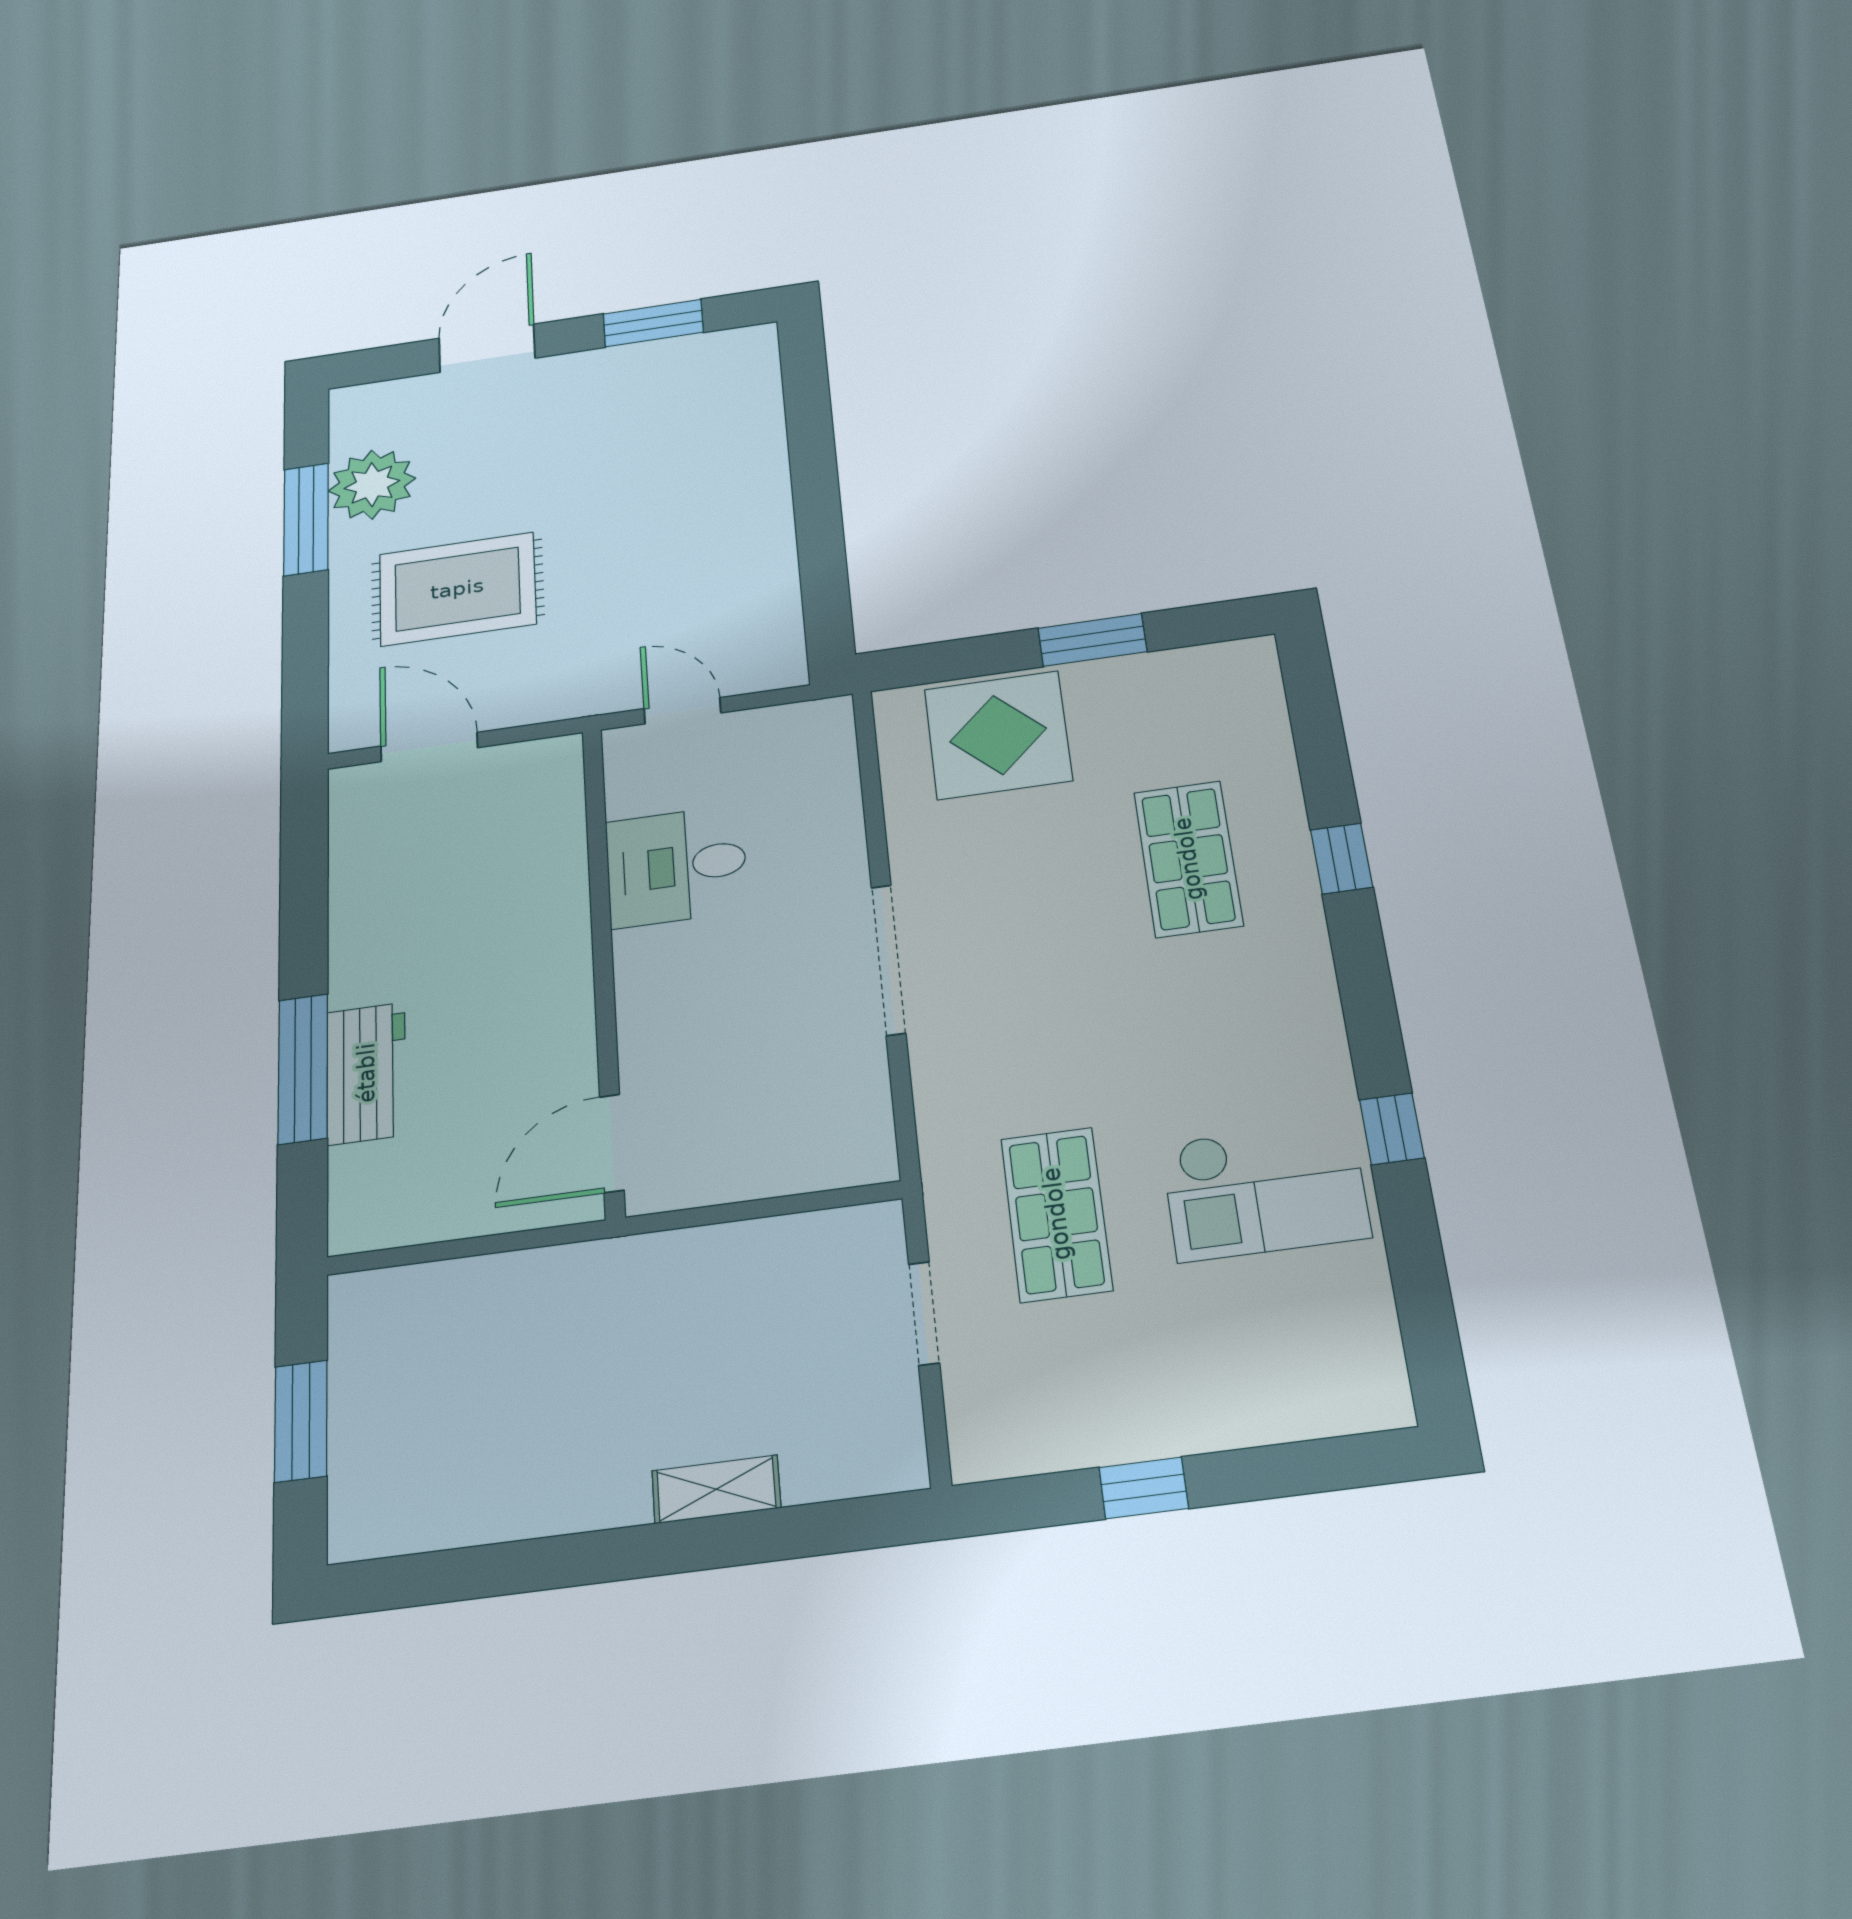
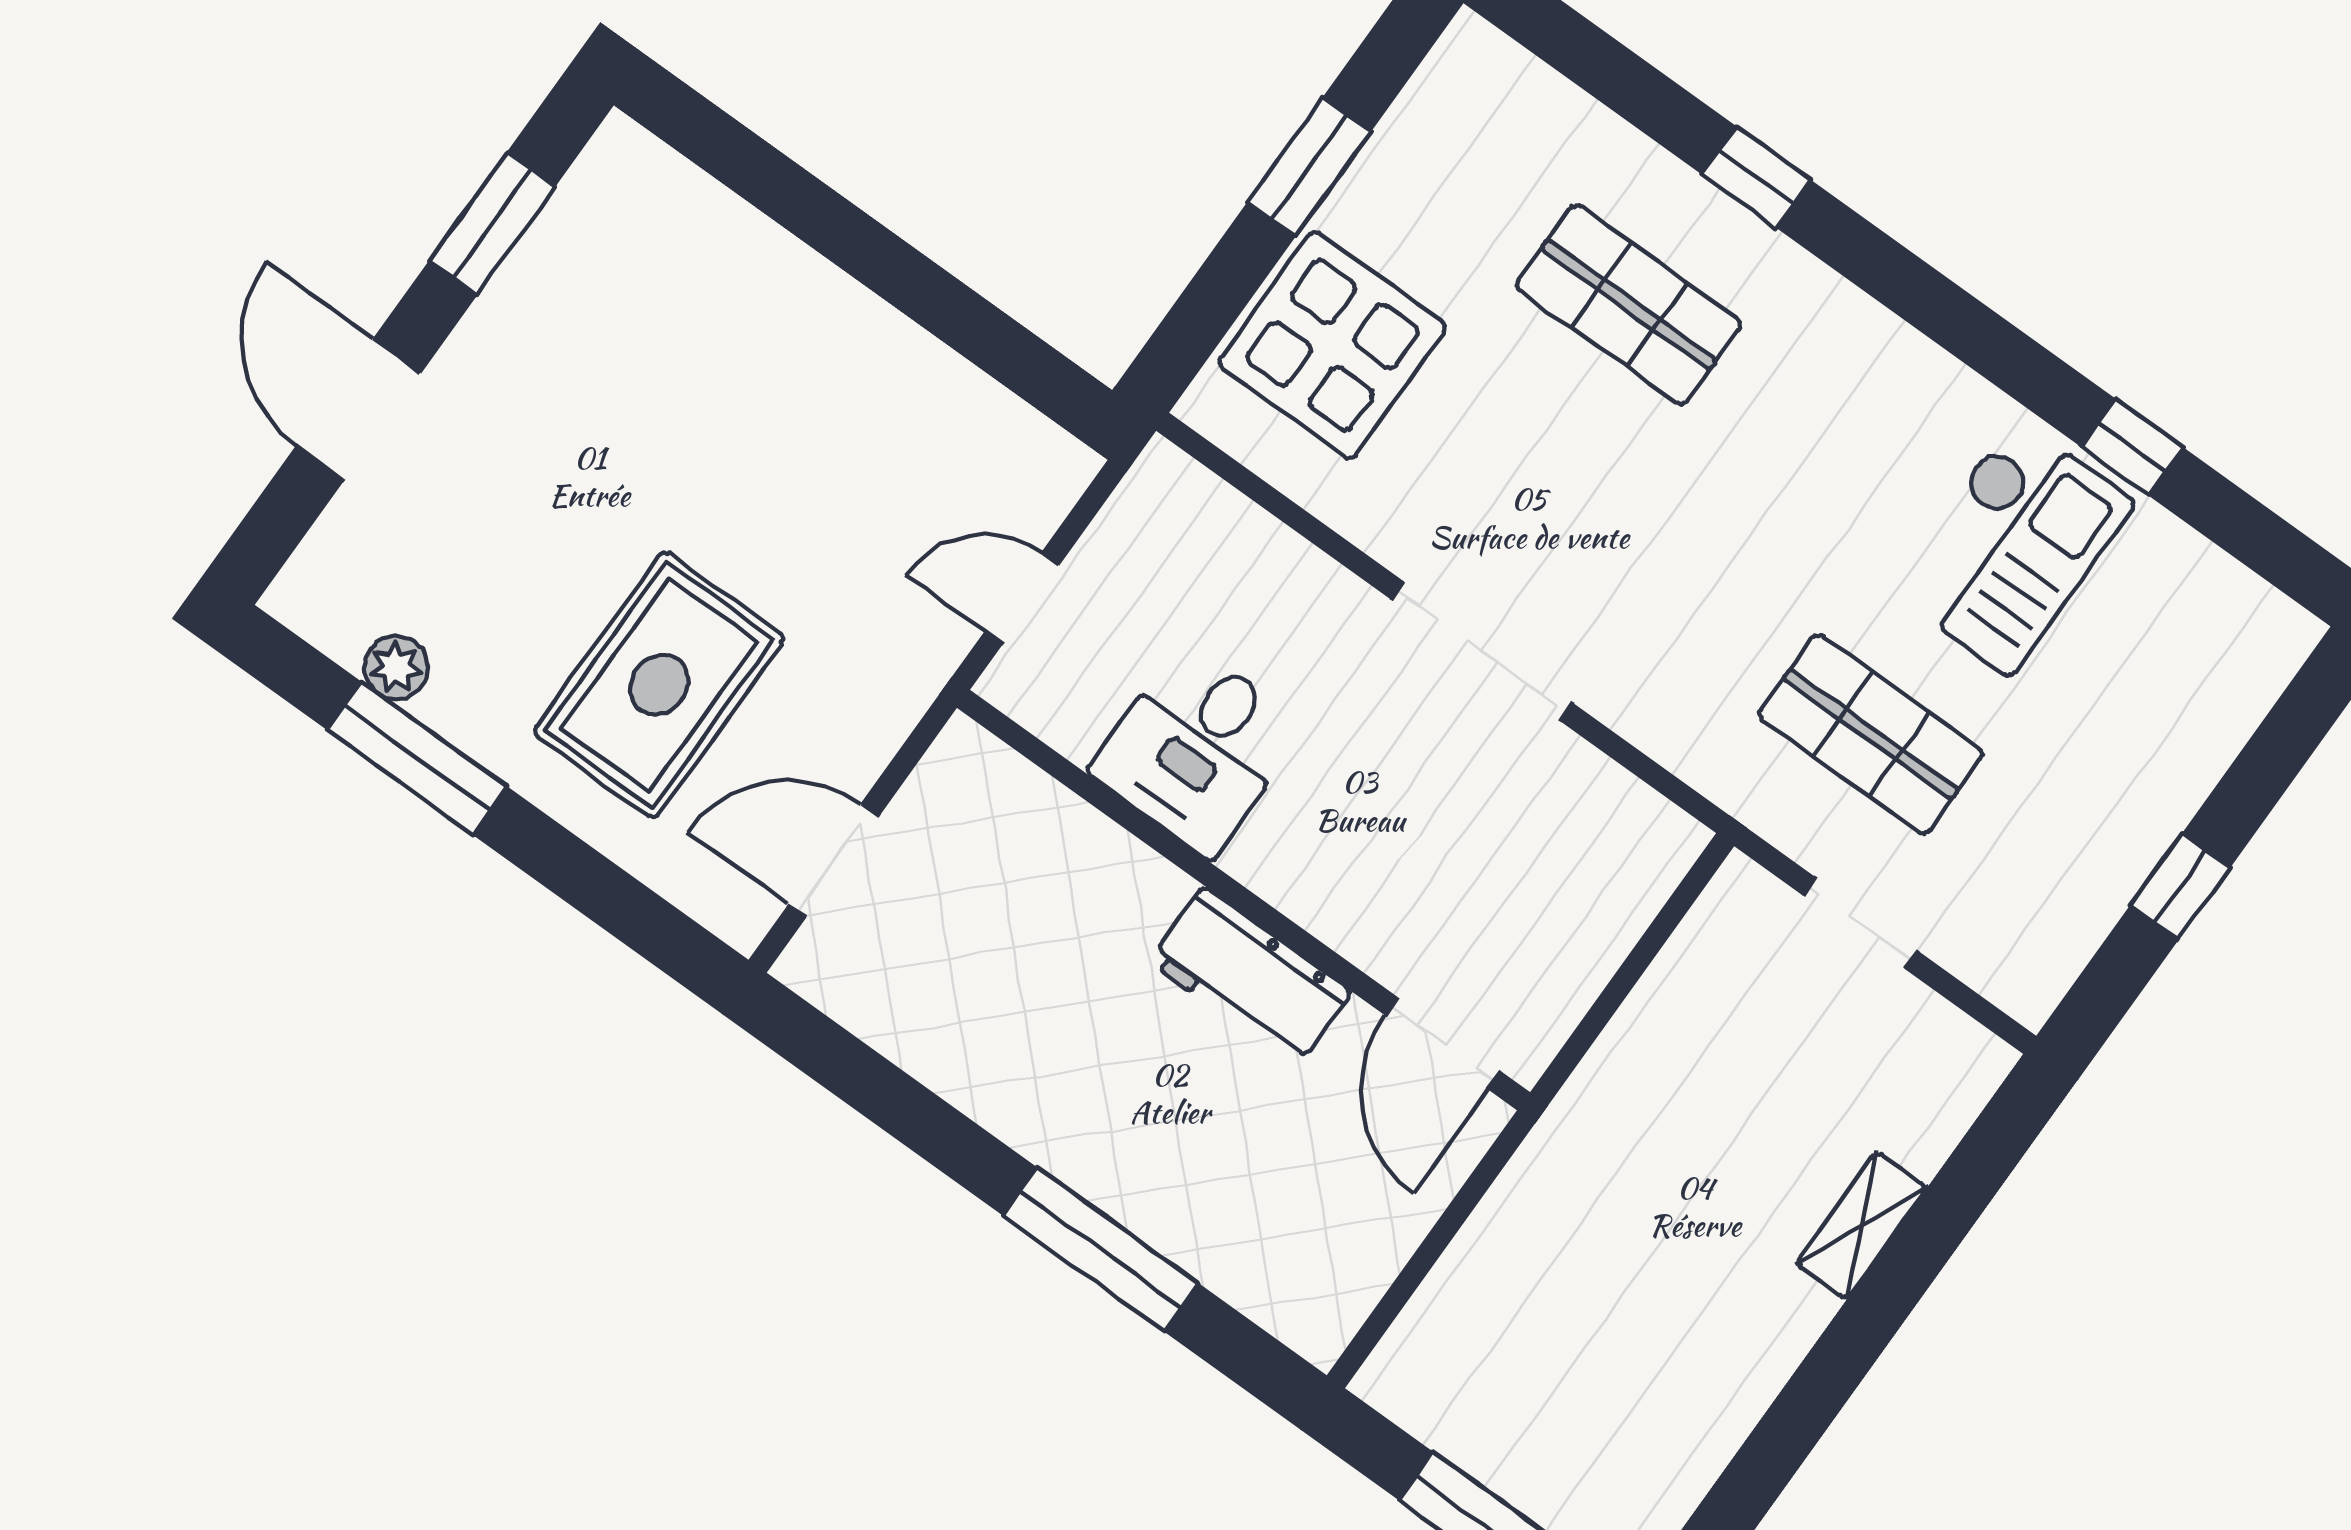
plant: (372, 485) -> (396, 668), width x0.53, depth x0.53
workbench: (366, 1073) -> (1250, 977), moved, turned 180
window: (1392, 1129) -> (2132, 447), moved

